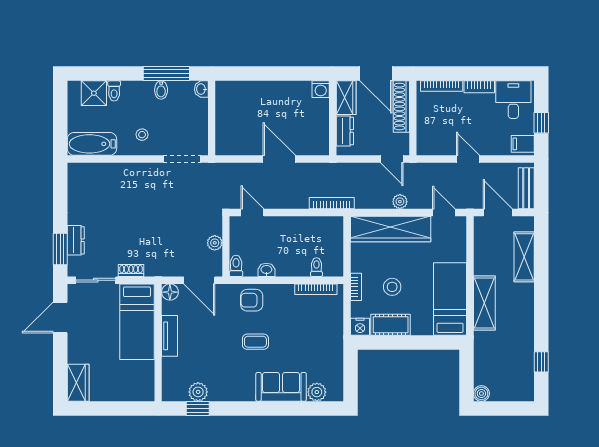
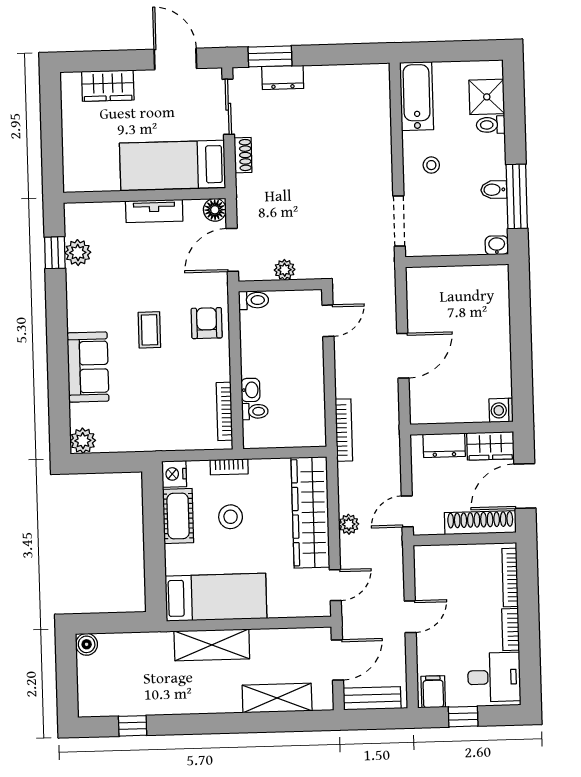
washbasin: (266, 270) -> (250, 390), moved
wardrobe: (78, 383) -> (108, 86), moved
plant: (317, 392) -> (83, 441), moved

